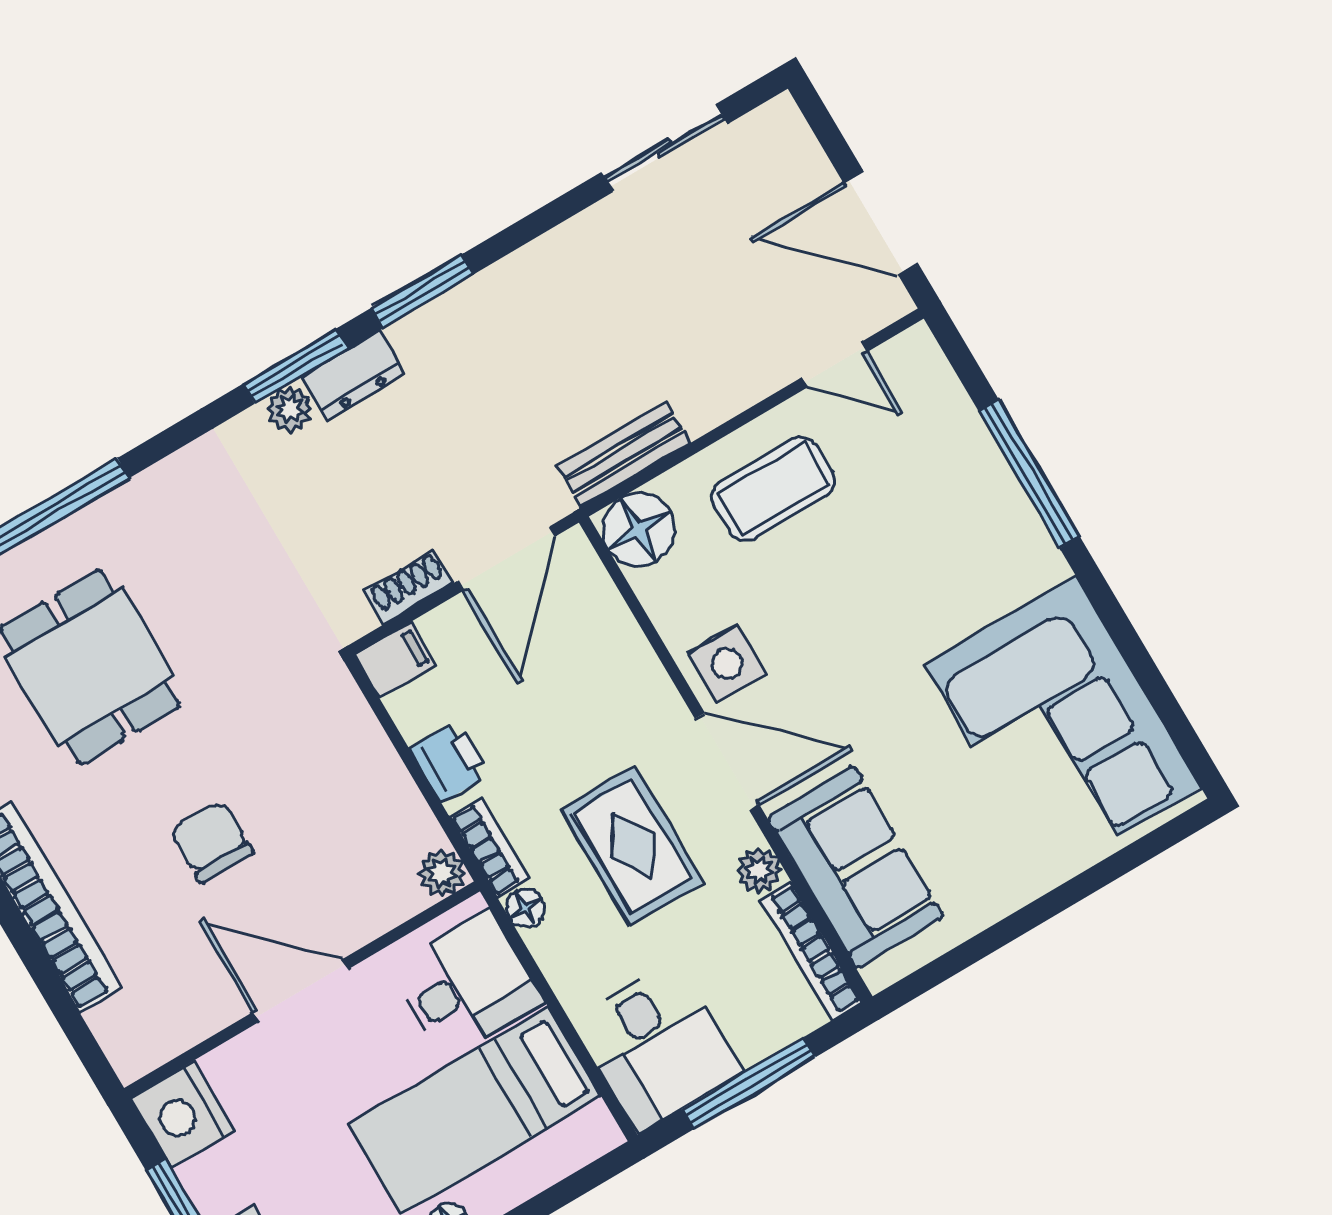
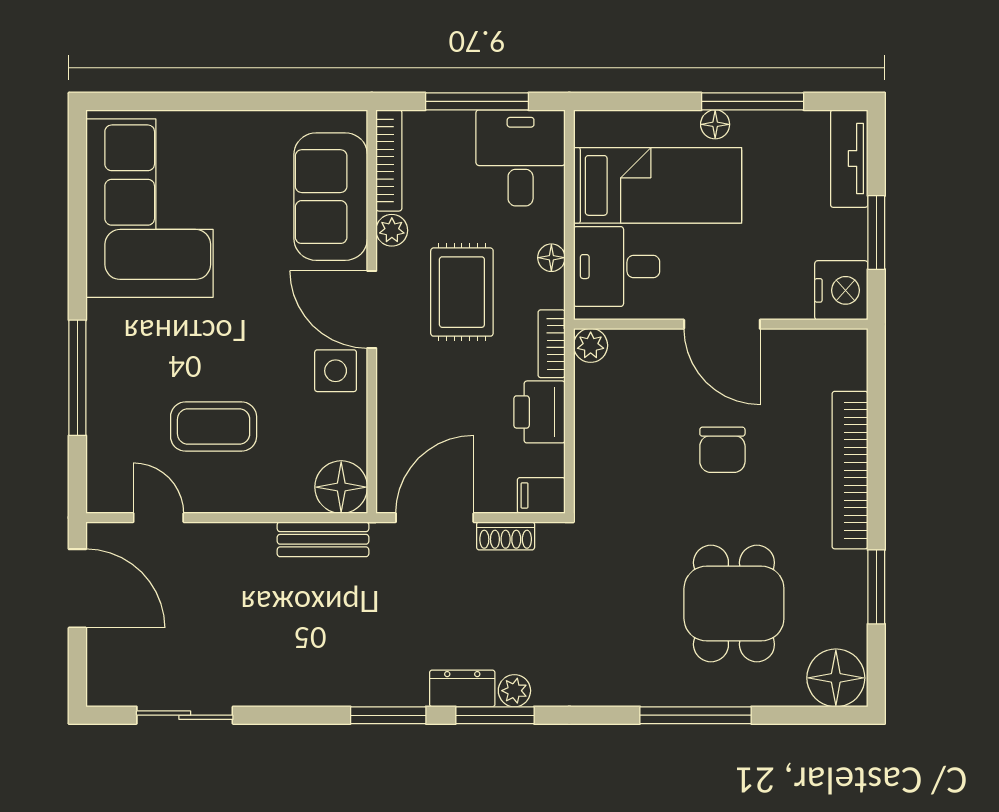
coffee table: (773, 489) -> (214, 427), moved
printer: (450, 761) -> (540, 412), width x1.36, depth x1.24
floor lamp: (525, 908) -> (551, 258), moved

